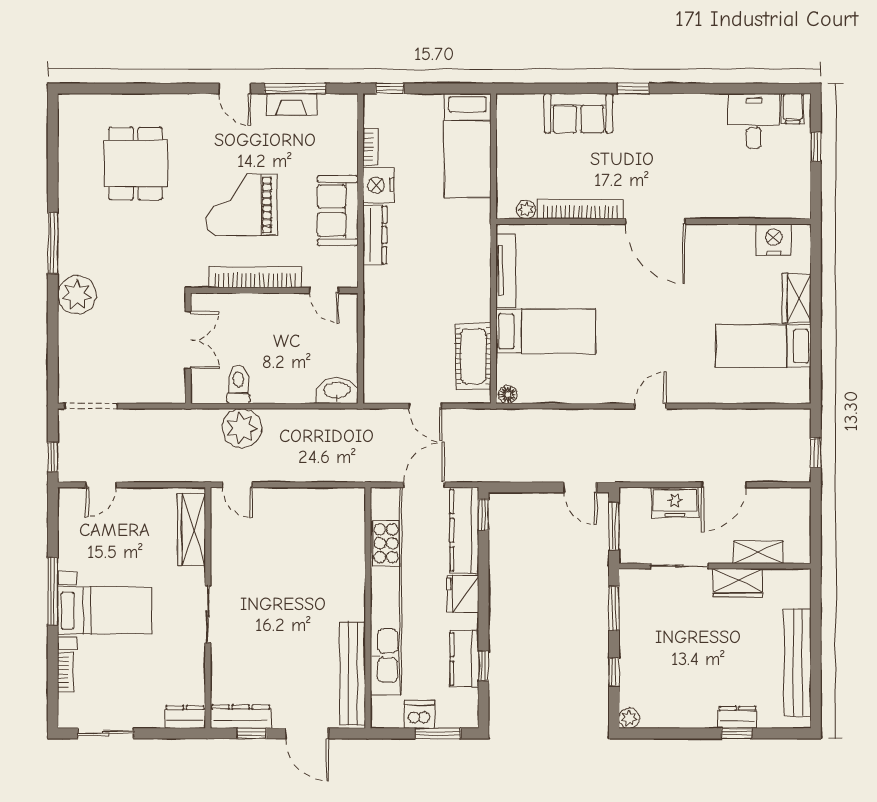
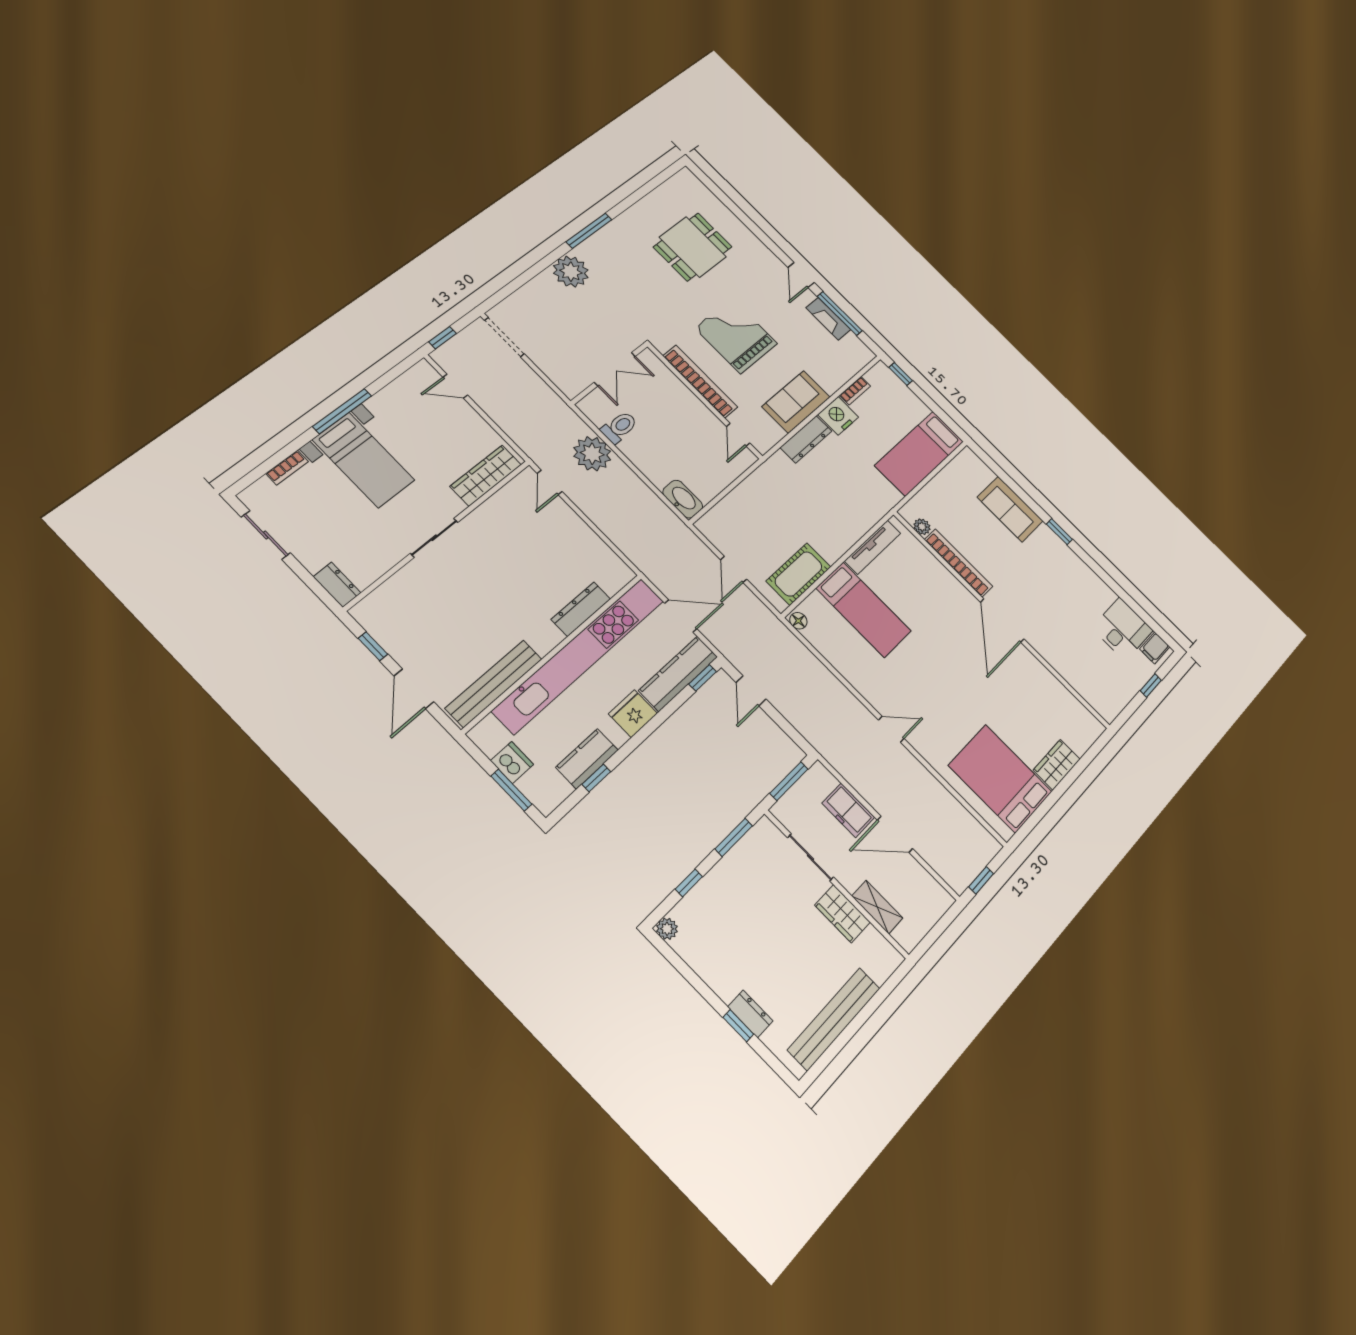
nightstand: (774, 240) -> (1073, 712), removed
bed: (763, 346) -> (1000, 778), width x1.50
door: (580, 487) -> (751, 691), moved
dresser: (241, 717) -> (581, 609), moved, turned -90

